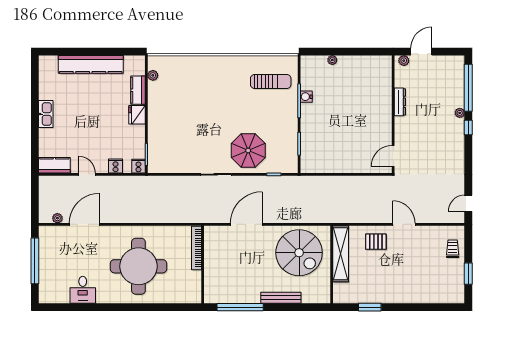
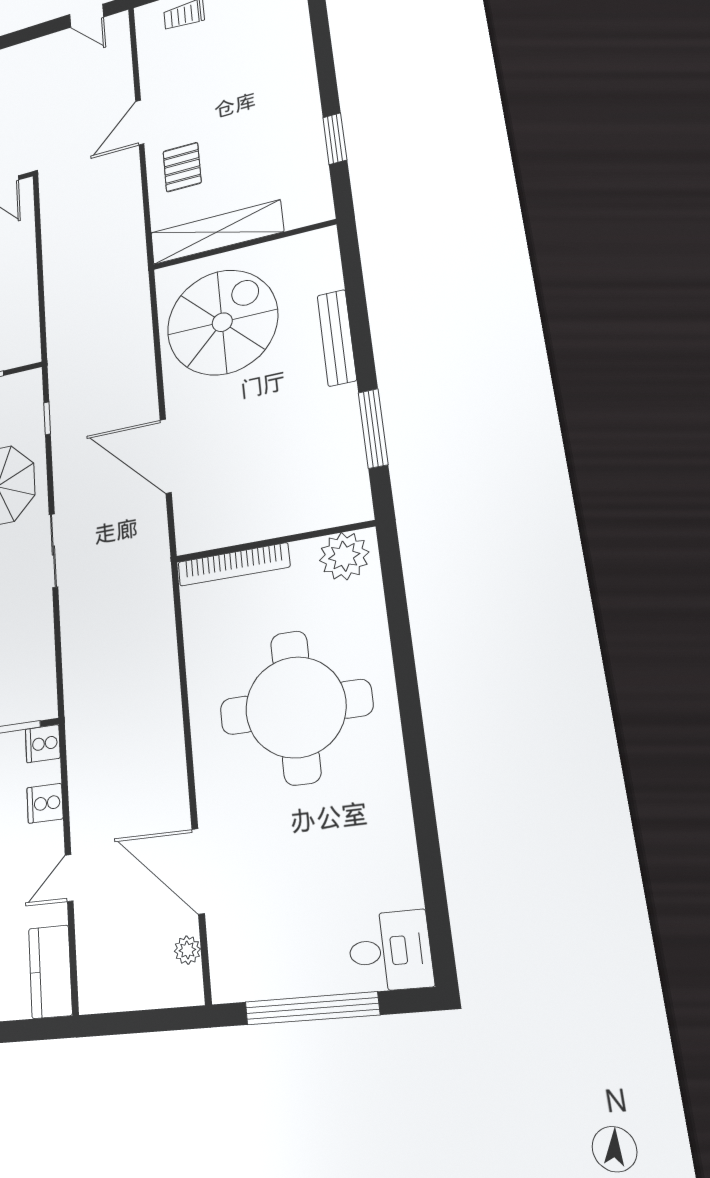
desk: (83, 290) -> (390, 951), moved
plant: (192, 290) -> (344, 556), added
window: (240, 307) -> (373, 428), width x0.68

